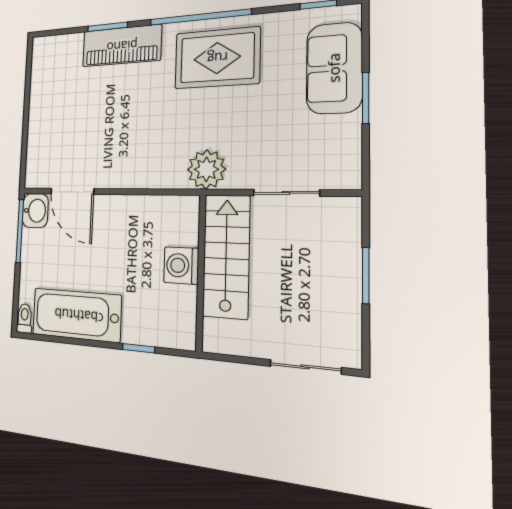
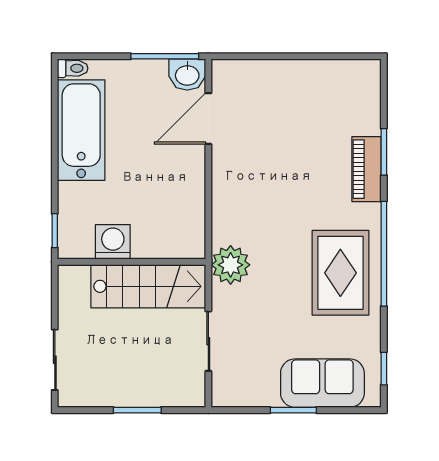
piano: (122, 46) -> (367, 169), width x0.73, depth x0.75
washing machine: (181, 265) -> (113, 242), moved
window: (139, 348) -> (55, 231), moved

